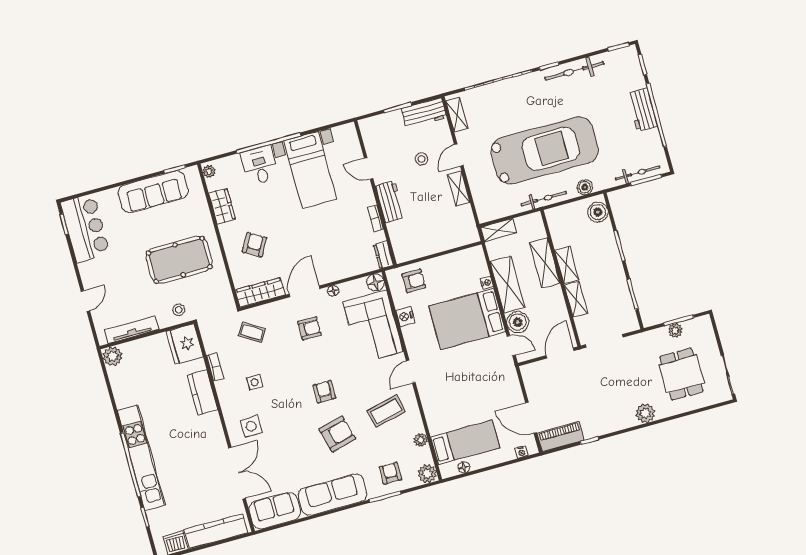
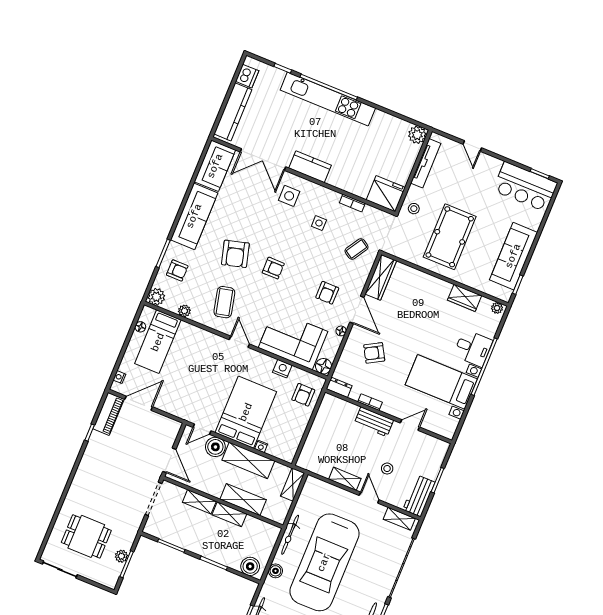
armchair: (254, 245) -> (374, 353), moved, turned 120
kitchen counter: (202, 393) -> (310, 167), moved
plant: (645, 413) -> (78, 488), removed

